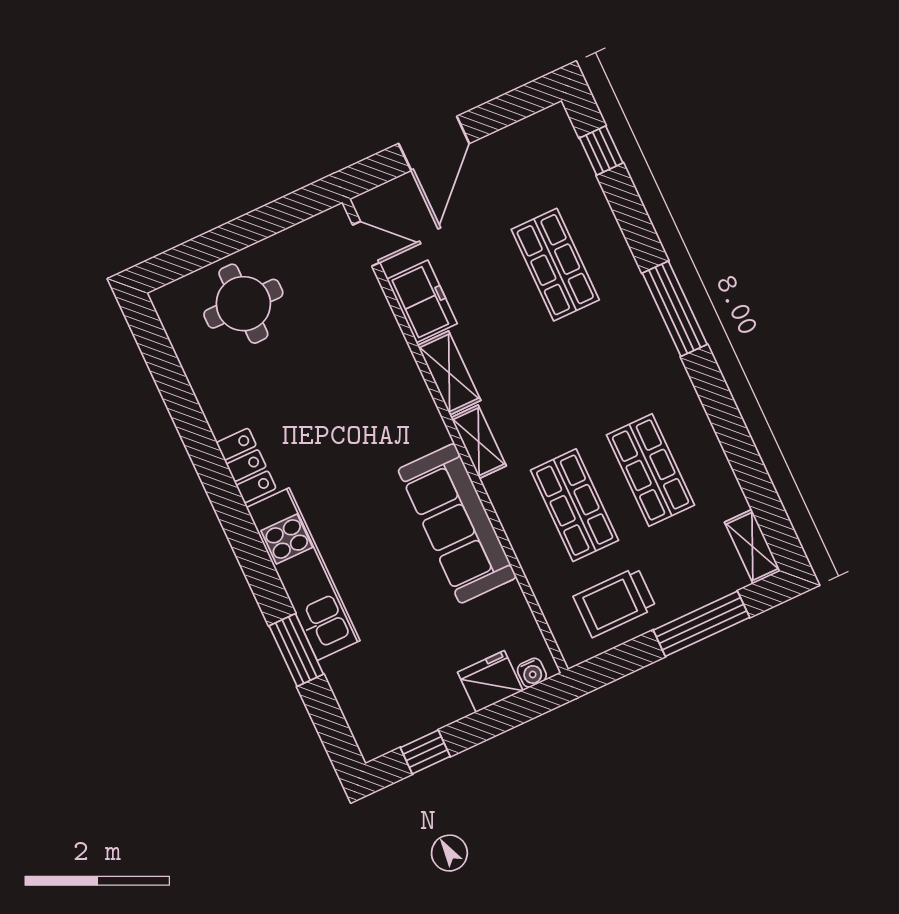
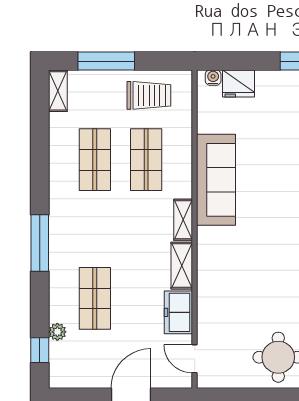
plant: (588, 189) -> (57, 332), added

